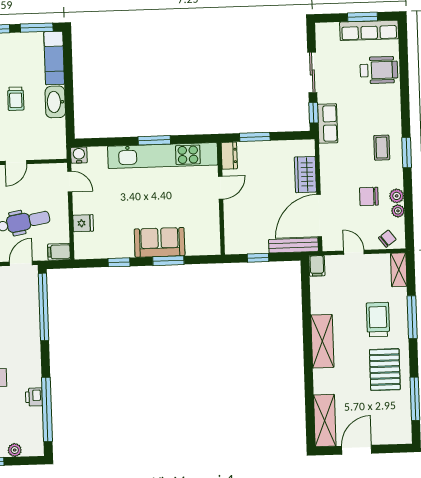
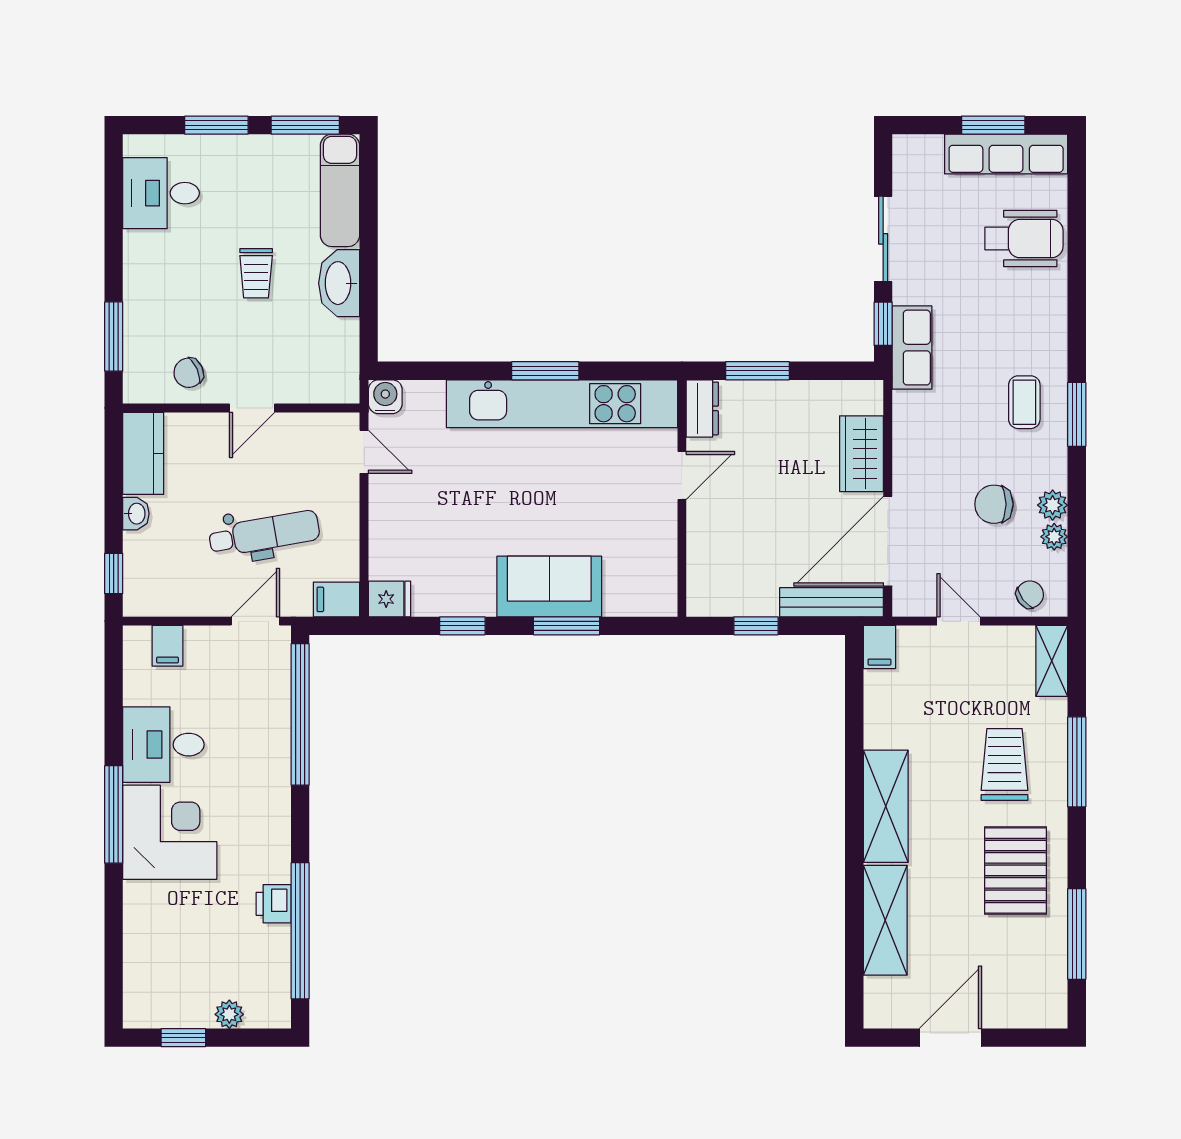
fridge: (83, 223) -> (390, 599), moved
shelving: (325, 421) -> (885, 920), moved

